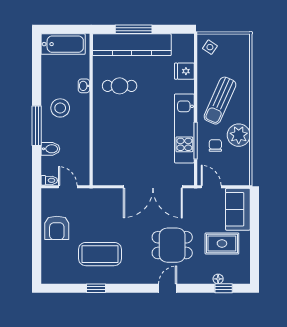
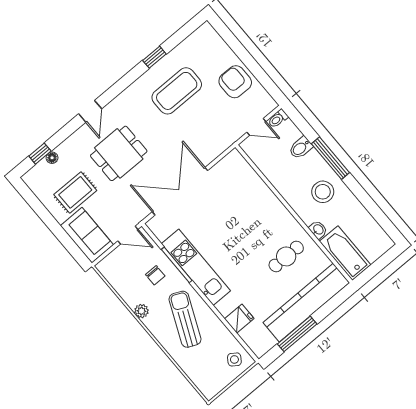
window: (134, 29) -> (297, 334), moved
bathtub: (63, 44) -> (345, 253), moved, turned 90
plant: (239, 135) -> (141, 311), width x0.53, depth x0.53

